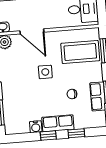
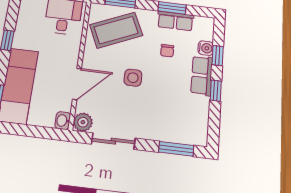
coffee table: (80, 52) -> (116, 30), turned 66
water cooler: (36, 127) -> (206, 48), moved

